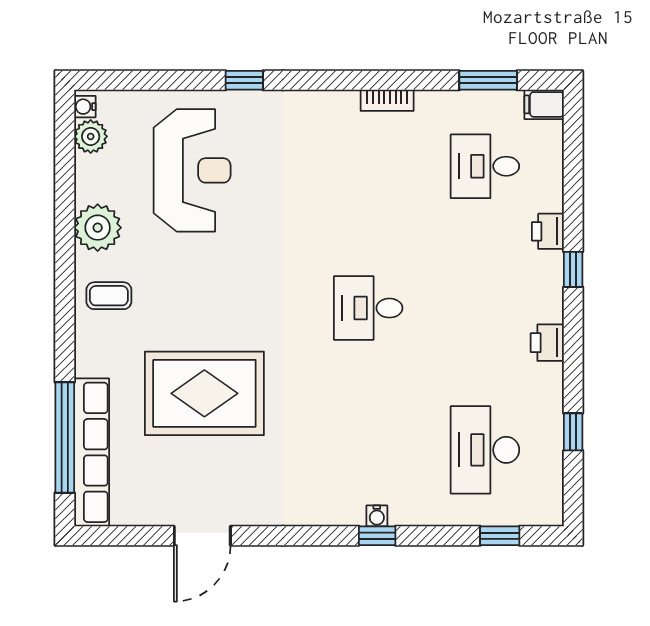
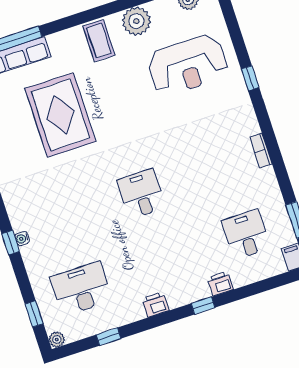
bookcase: (387, 100) -> (261, 151), moved
coffee table: (109, 296) -> (99, 41), width x1.36, depth x1.30
plant: (551, 514) -> (57, 339), added

